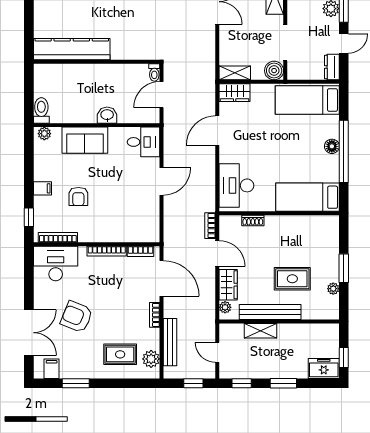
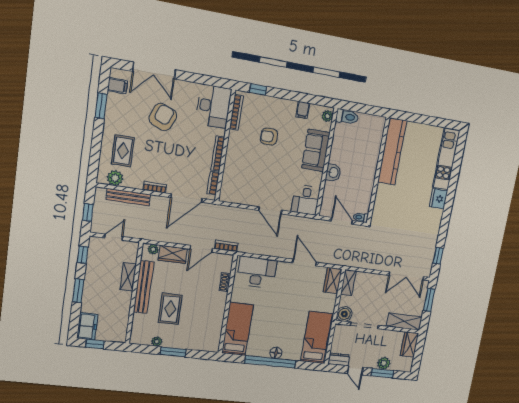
filing cabinet: (42, 188) -> (303, 110), moved

